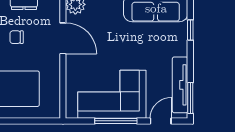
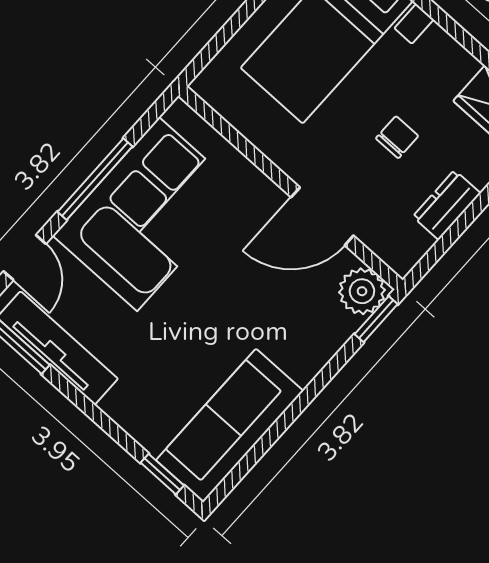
window: (190, 30) -> (162, 474), moved

